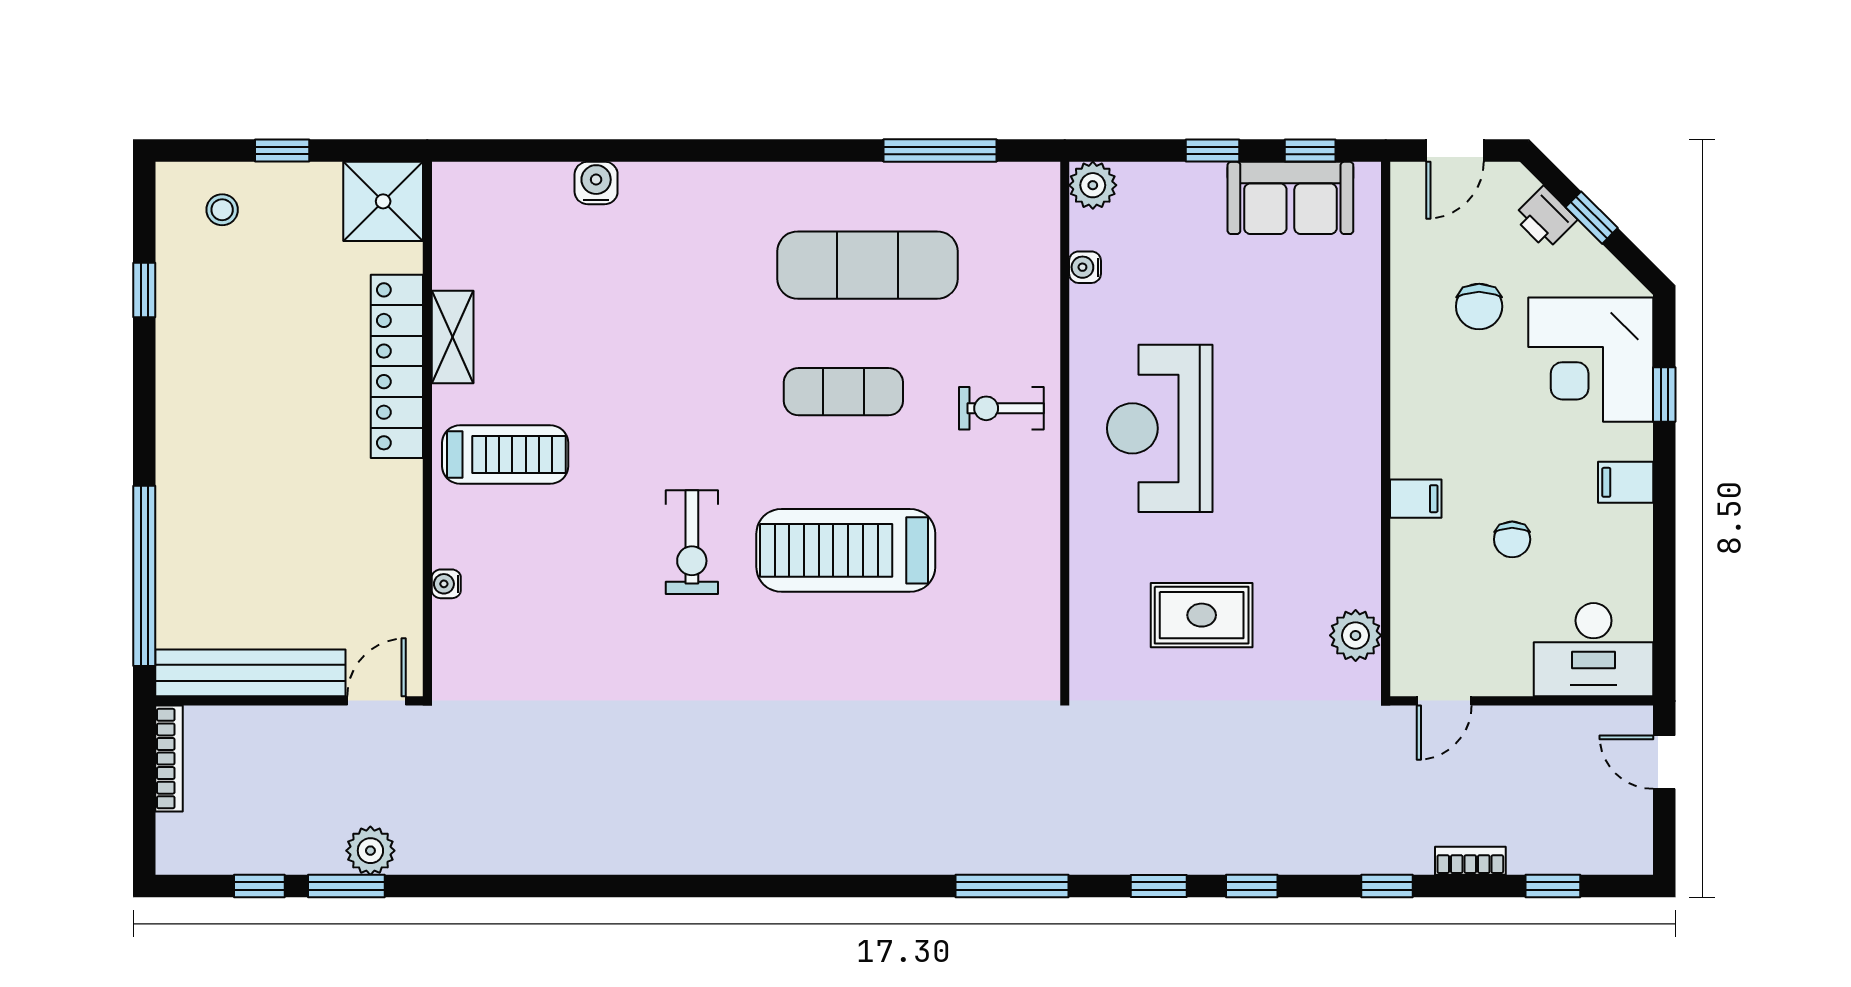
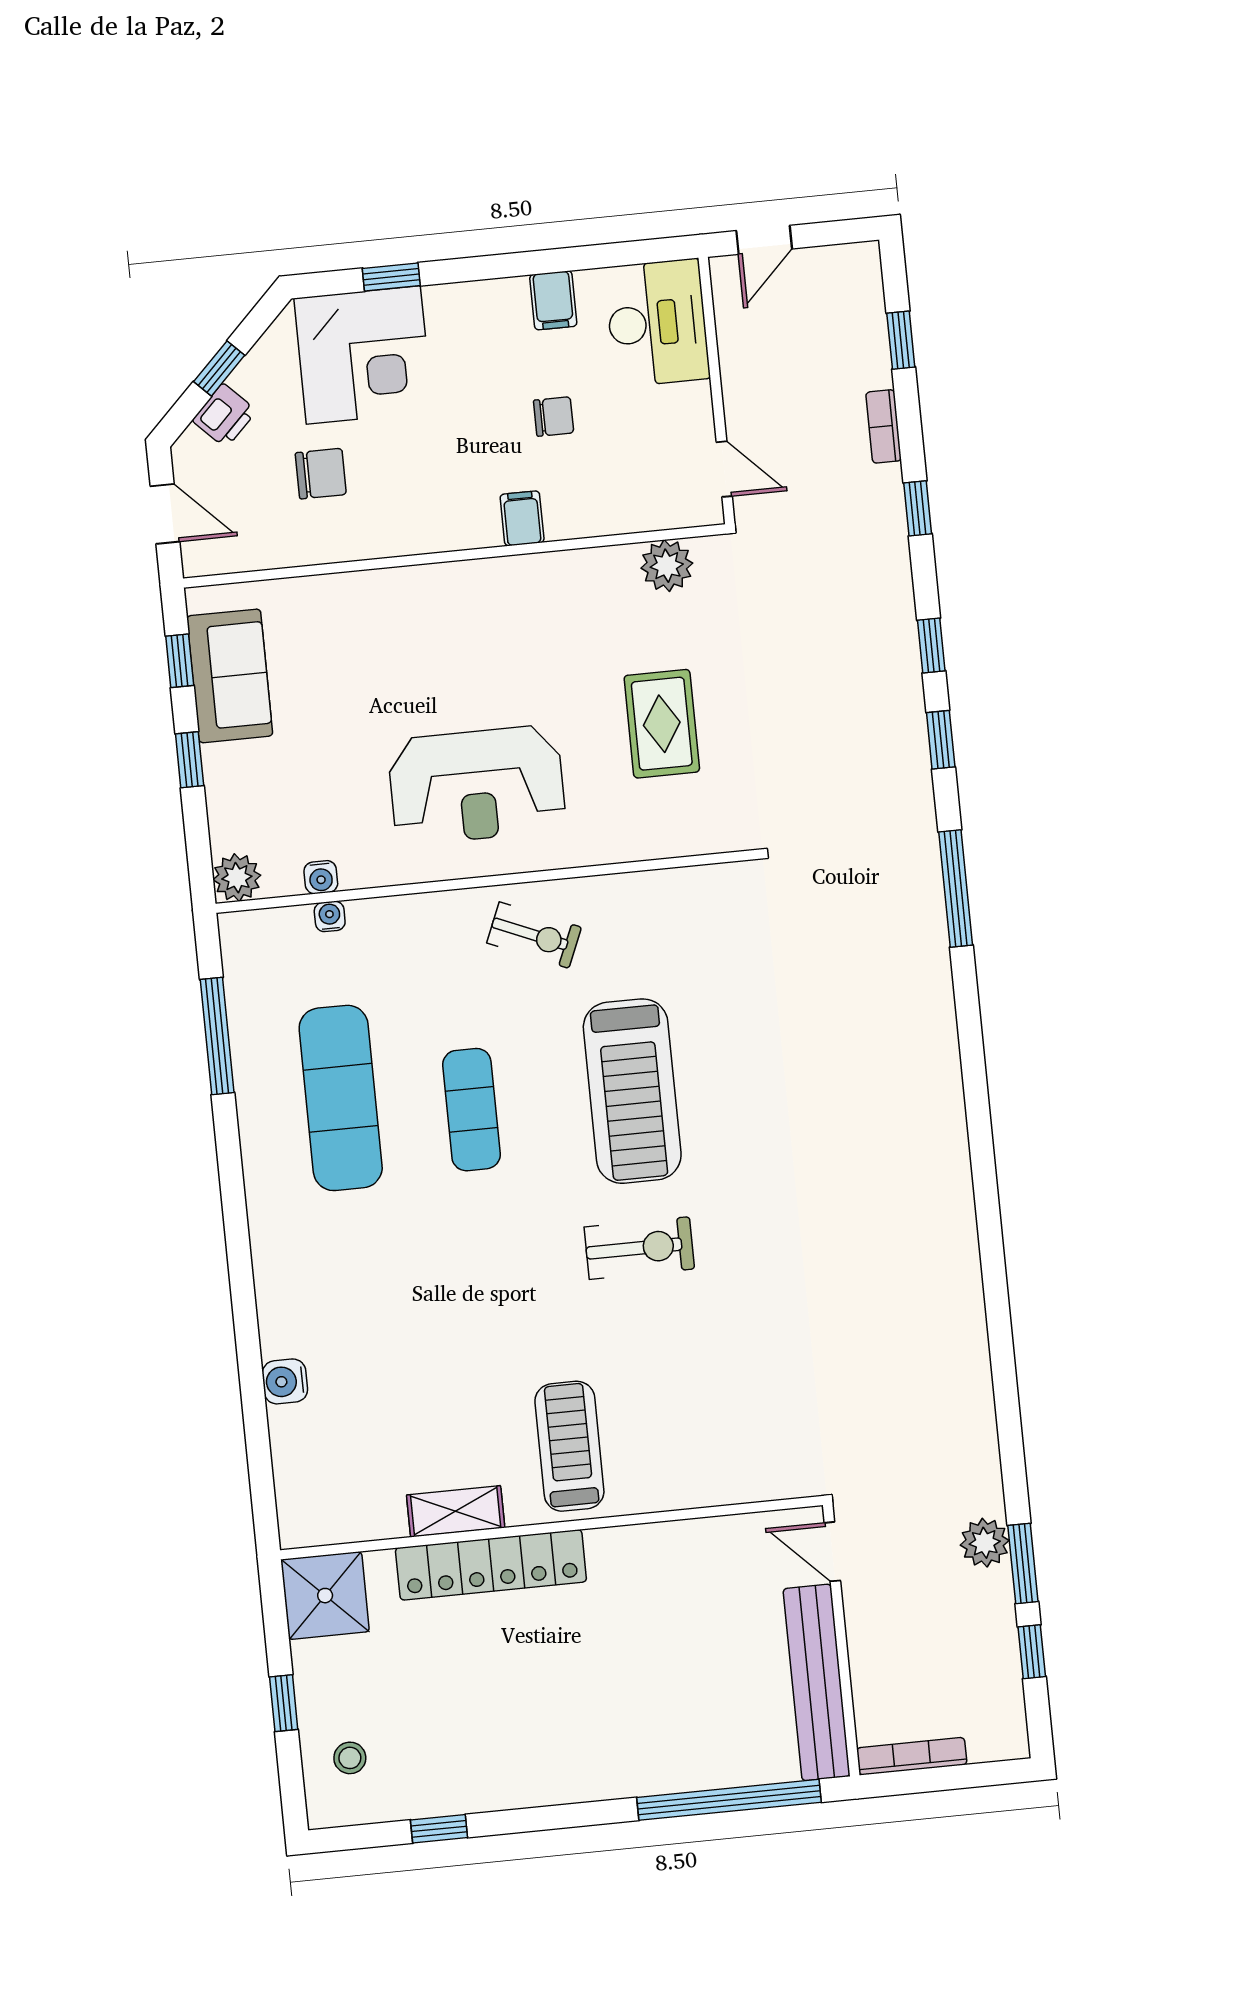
exercise bike: (1001, 408) -> (534, 935), moved, turned -67
filing cabinet: (1626, 482) -> (553, 300), moved
water cooler: (446, 584) -> (330, 916), moved, turned 180

